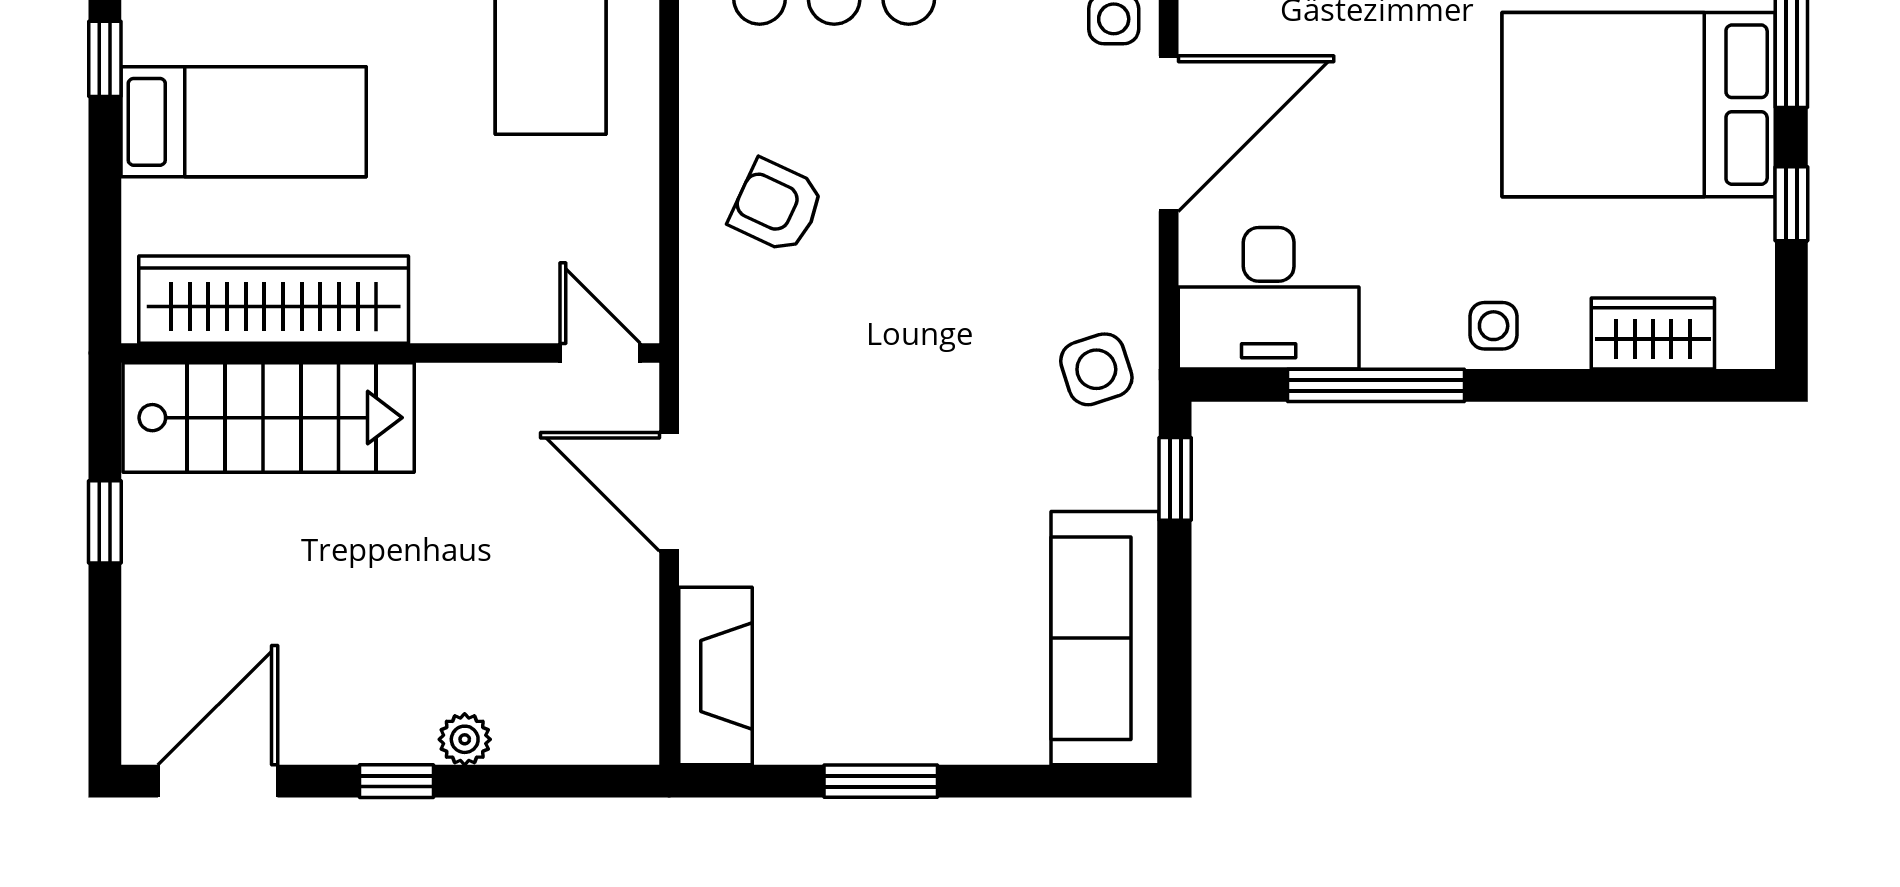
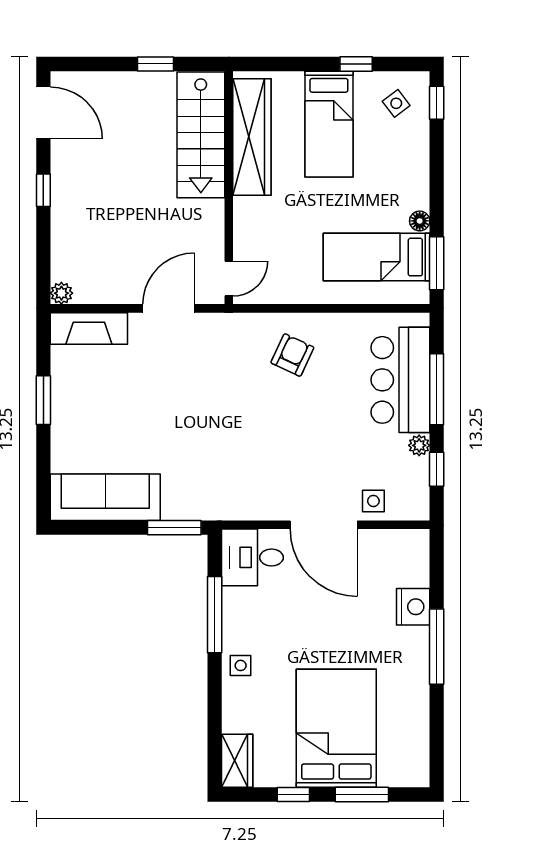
desk: (1269, 298) -> (252, 557), width x0.73
wardrobe: (1653, 334) -> (237, 761), moved
side table: (1096, 369) -> (222, 493), removed
window: (1175, 479) -> (174, 528), width x1.50
plant: (465, 739) -> (61, 293), moved

